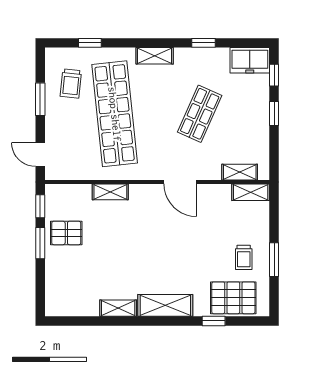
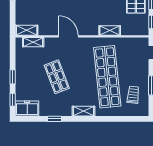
window: (90, 43) -> (122, 119), removed
shop shelf: (200, 114) -> (57, 77), turned -45

